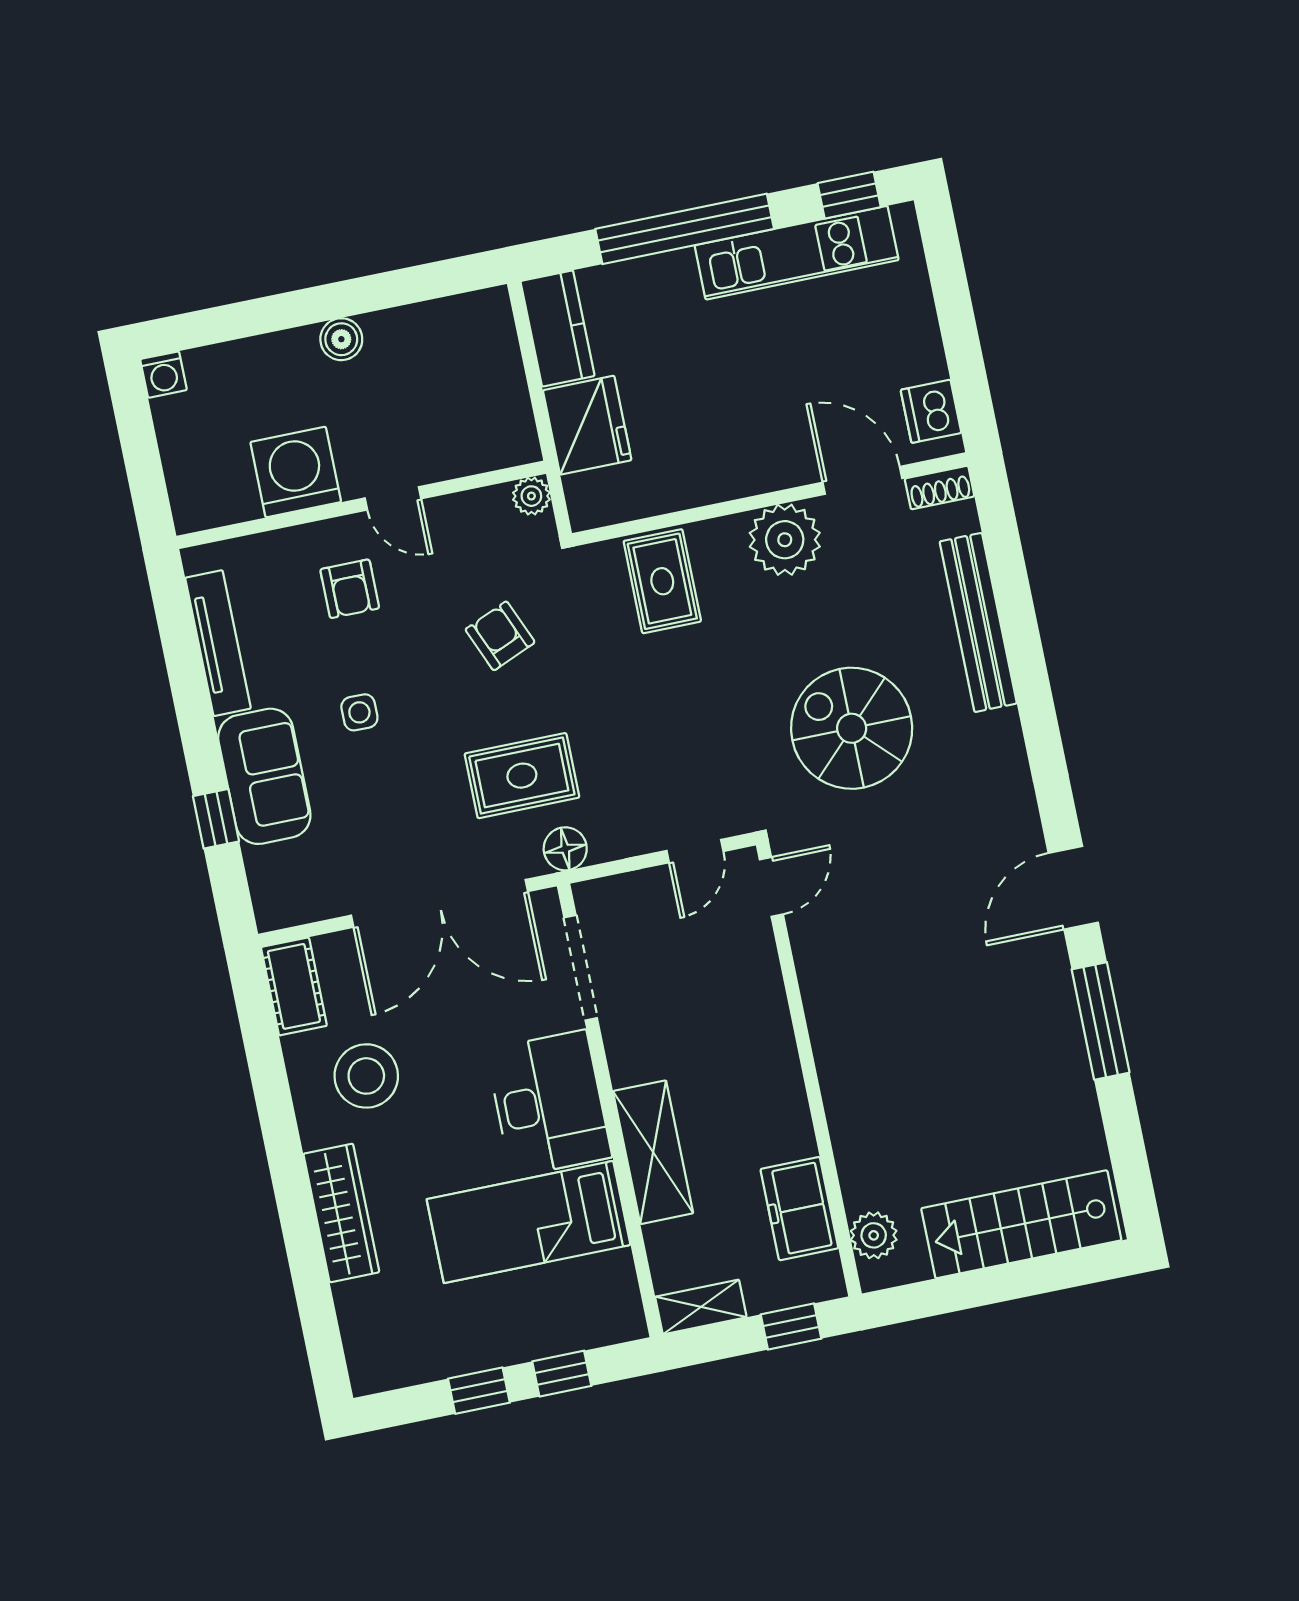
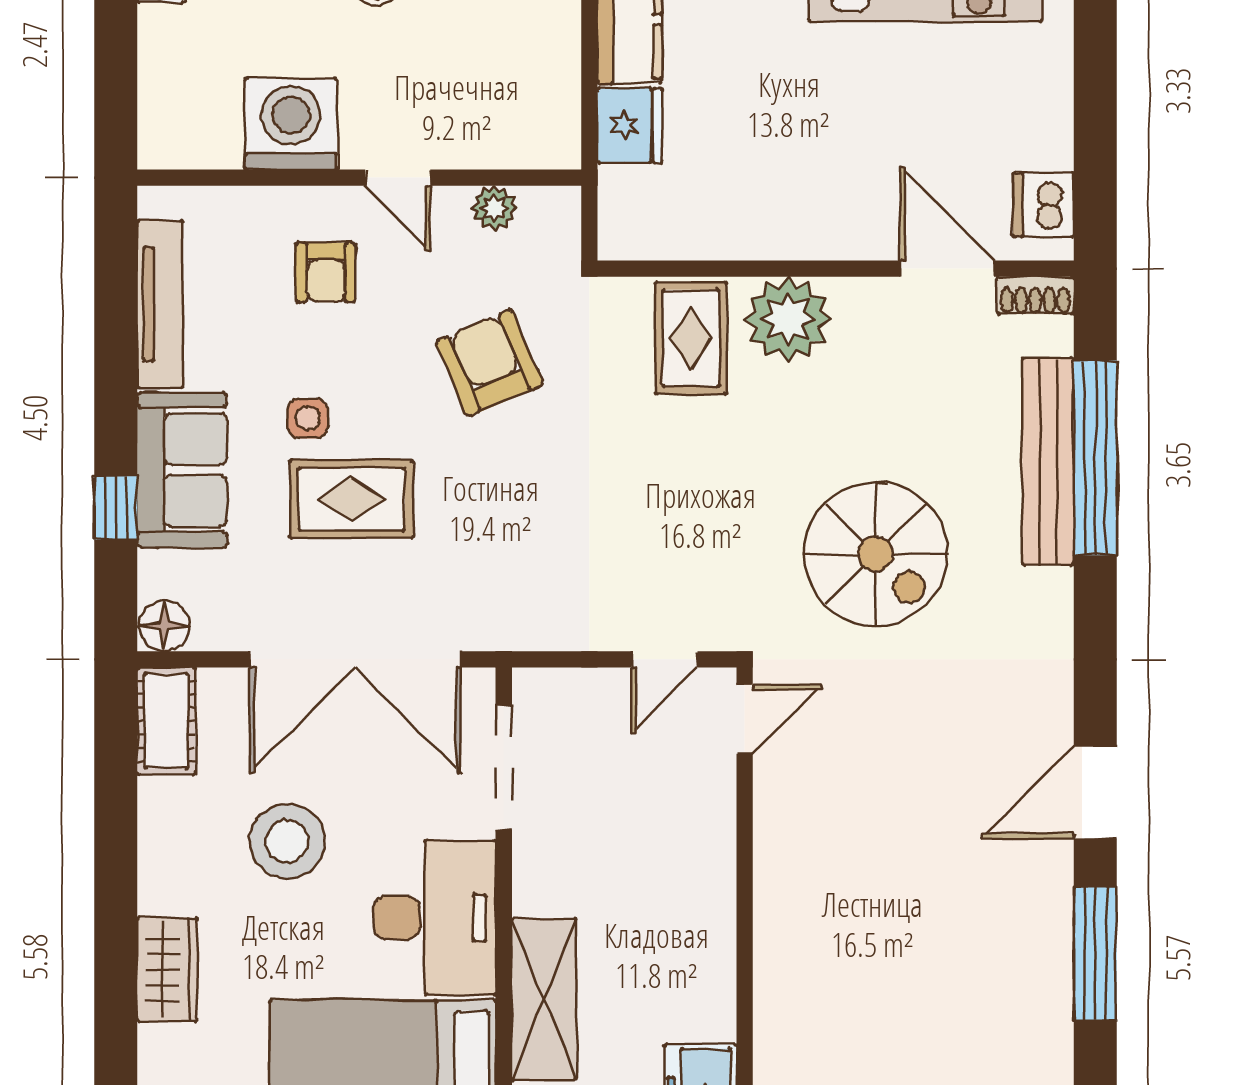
fridge: (587, 425) -> (630, 125), width x0.73, depth x0.75
plant: (531, 496) -> (494, 208), moved
plant: (785, 540) -> (788, 319), moved
window: (1017, 612) -> (1095, 458), added
armchair: (500, 636) -> (489, 363), width x1.38, depth x1.38
spiral stairs: (852, 728) -> (876, 554), turned 180
rug: (522, 776) -> (352, 499), moved
floor lamp: (565, 849) -> (164, 626), moved
stool: (366, 1076) -> (287, 841), moved
wardrobe: (341, 1213) -> (167, 970), width x0.67

